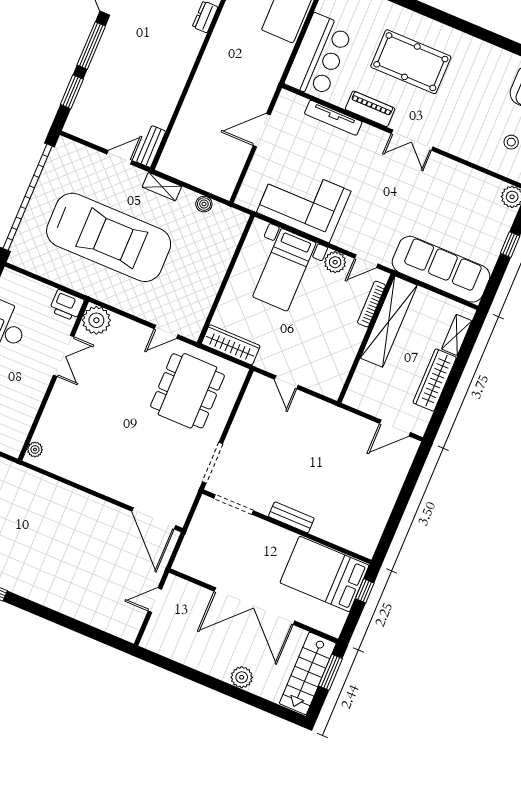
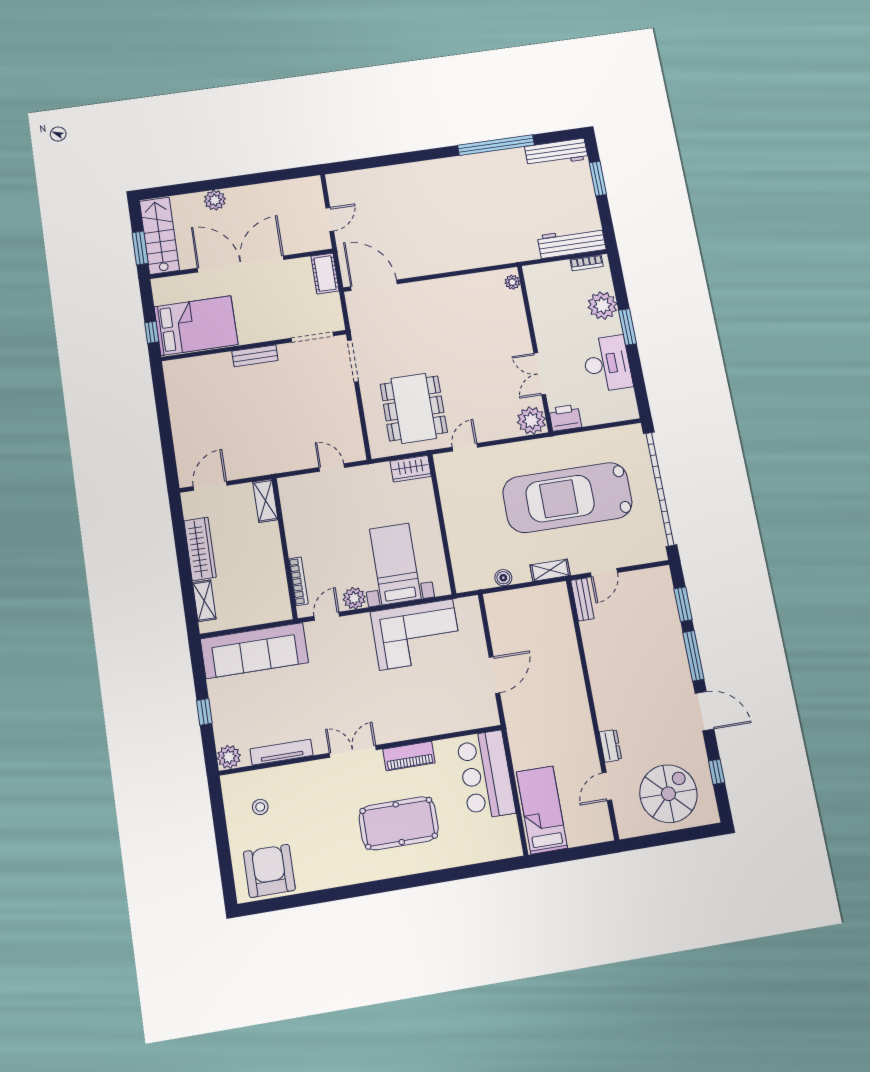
tv unit: (333, 118) -> (281, 752), moved
shelving: (389, 322) -> (265, 501), moved, width x0.45, depth x0.75
wardrobe: (231, 345) -> (411, 469), width x0.67
cot: (189, 554) -> (325, 274), added

